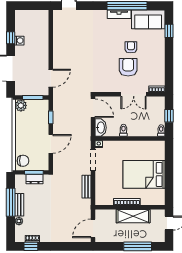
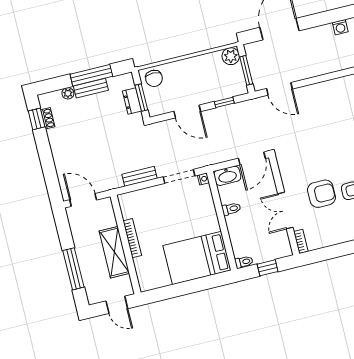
window: (11, 38) -> (322, 19), removed
washing machine: (19, 41) -> (340, 27), moved
bed: (144, 174) -> (197, 258), moved, turned -90

